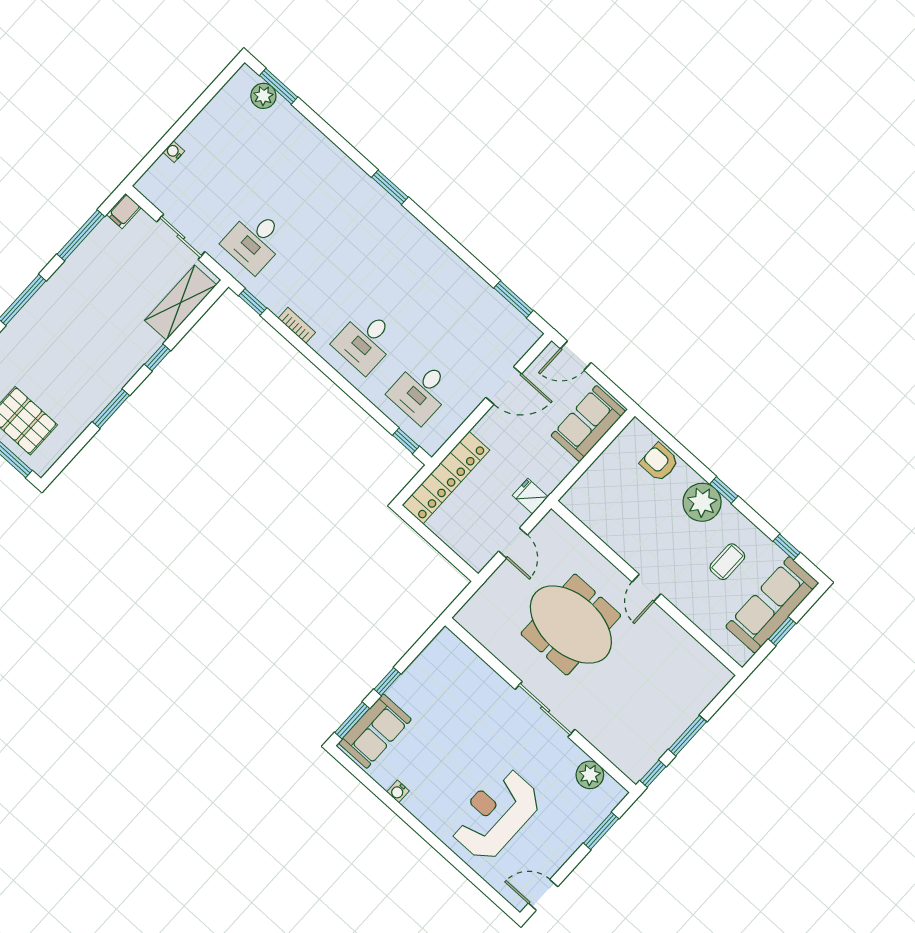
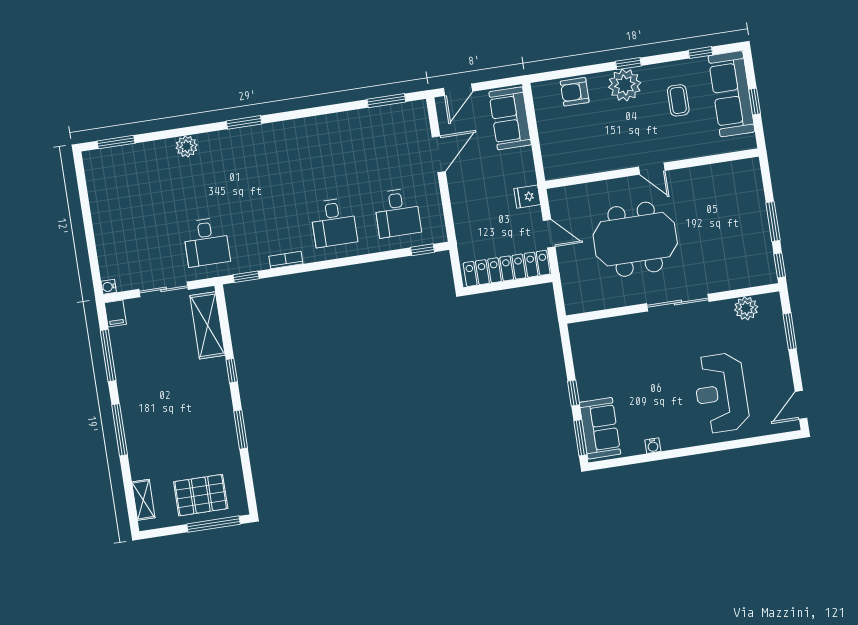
plant: (263, 96) -> (187, 146), moved
water cooler: (174, 152) -> (109, 287), moved
locker: (446, 478) -> (507, 268), moved, turned -90

